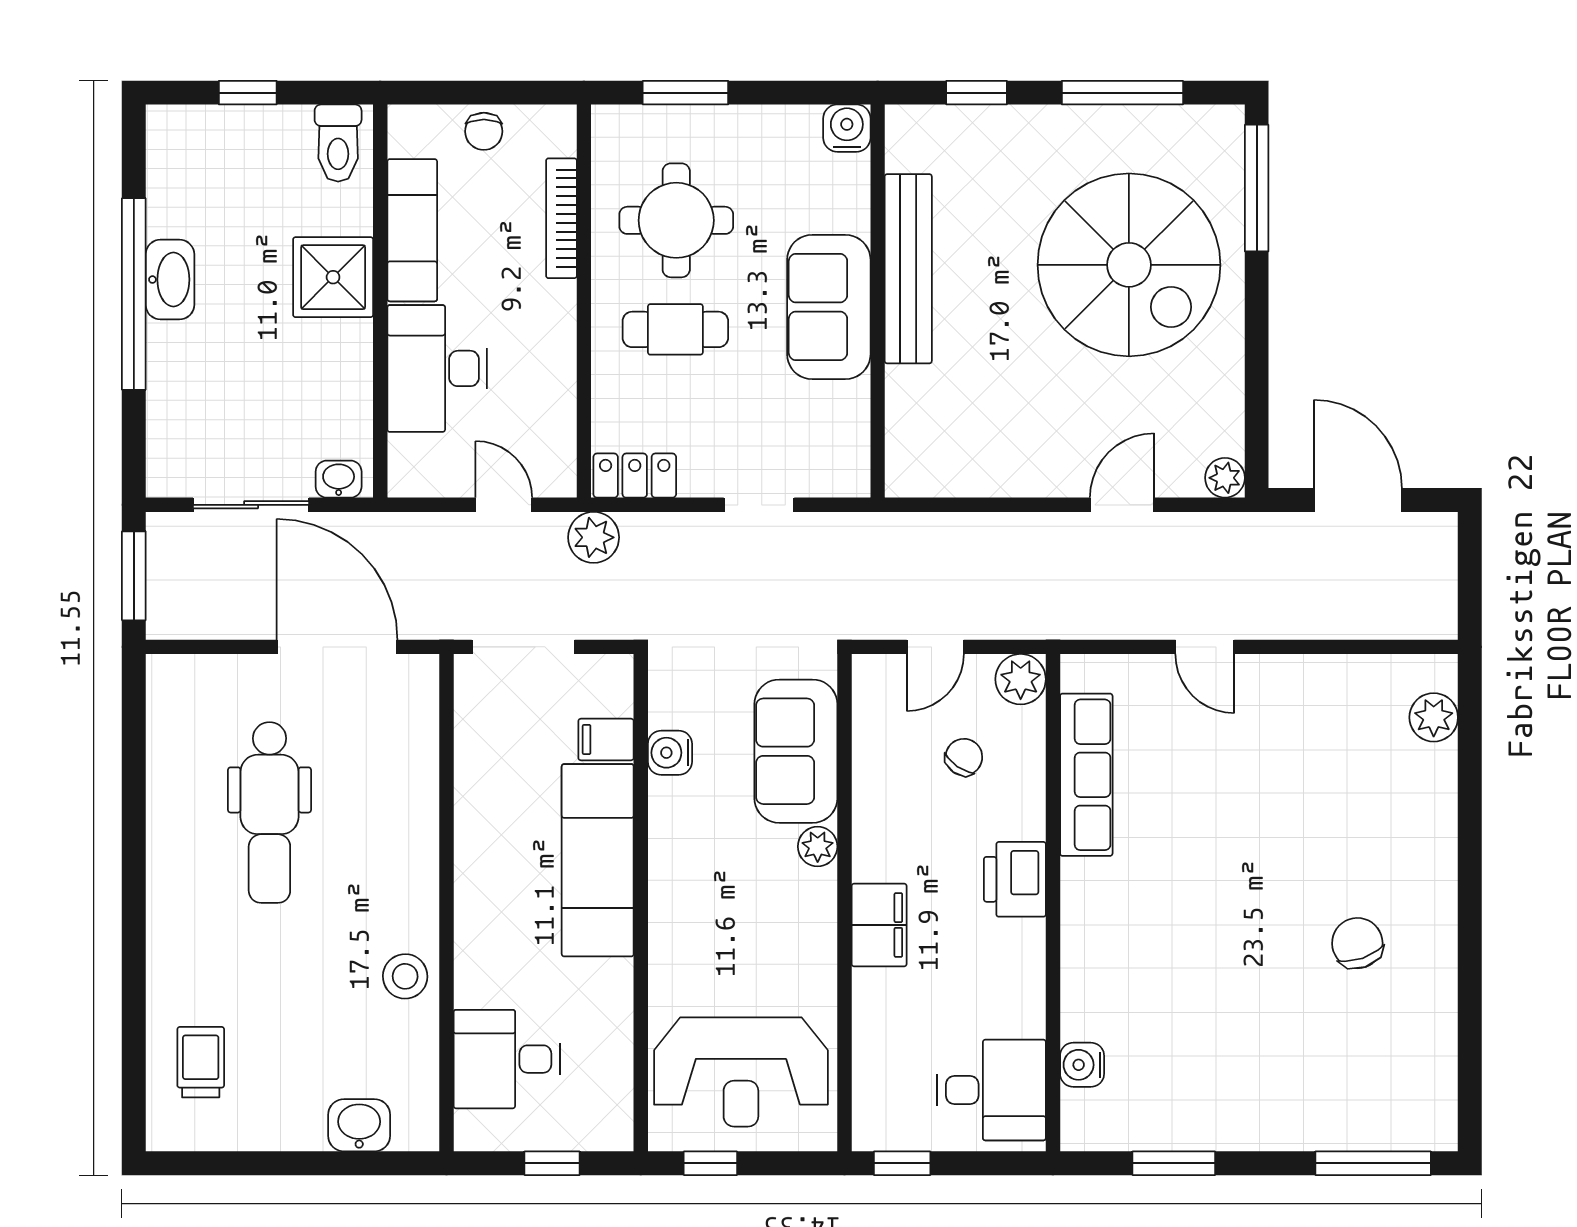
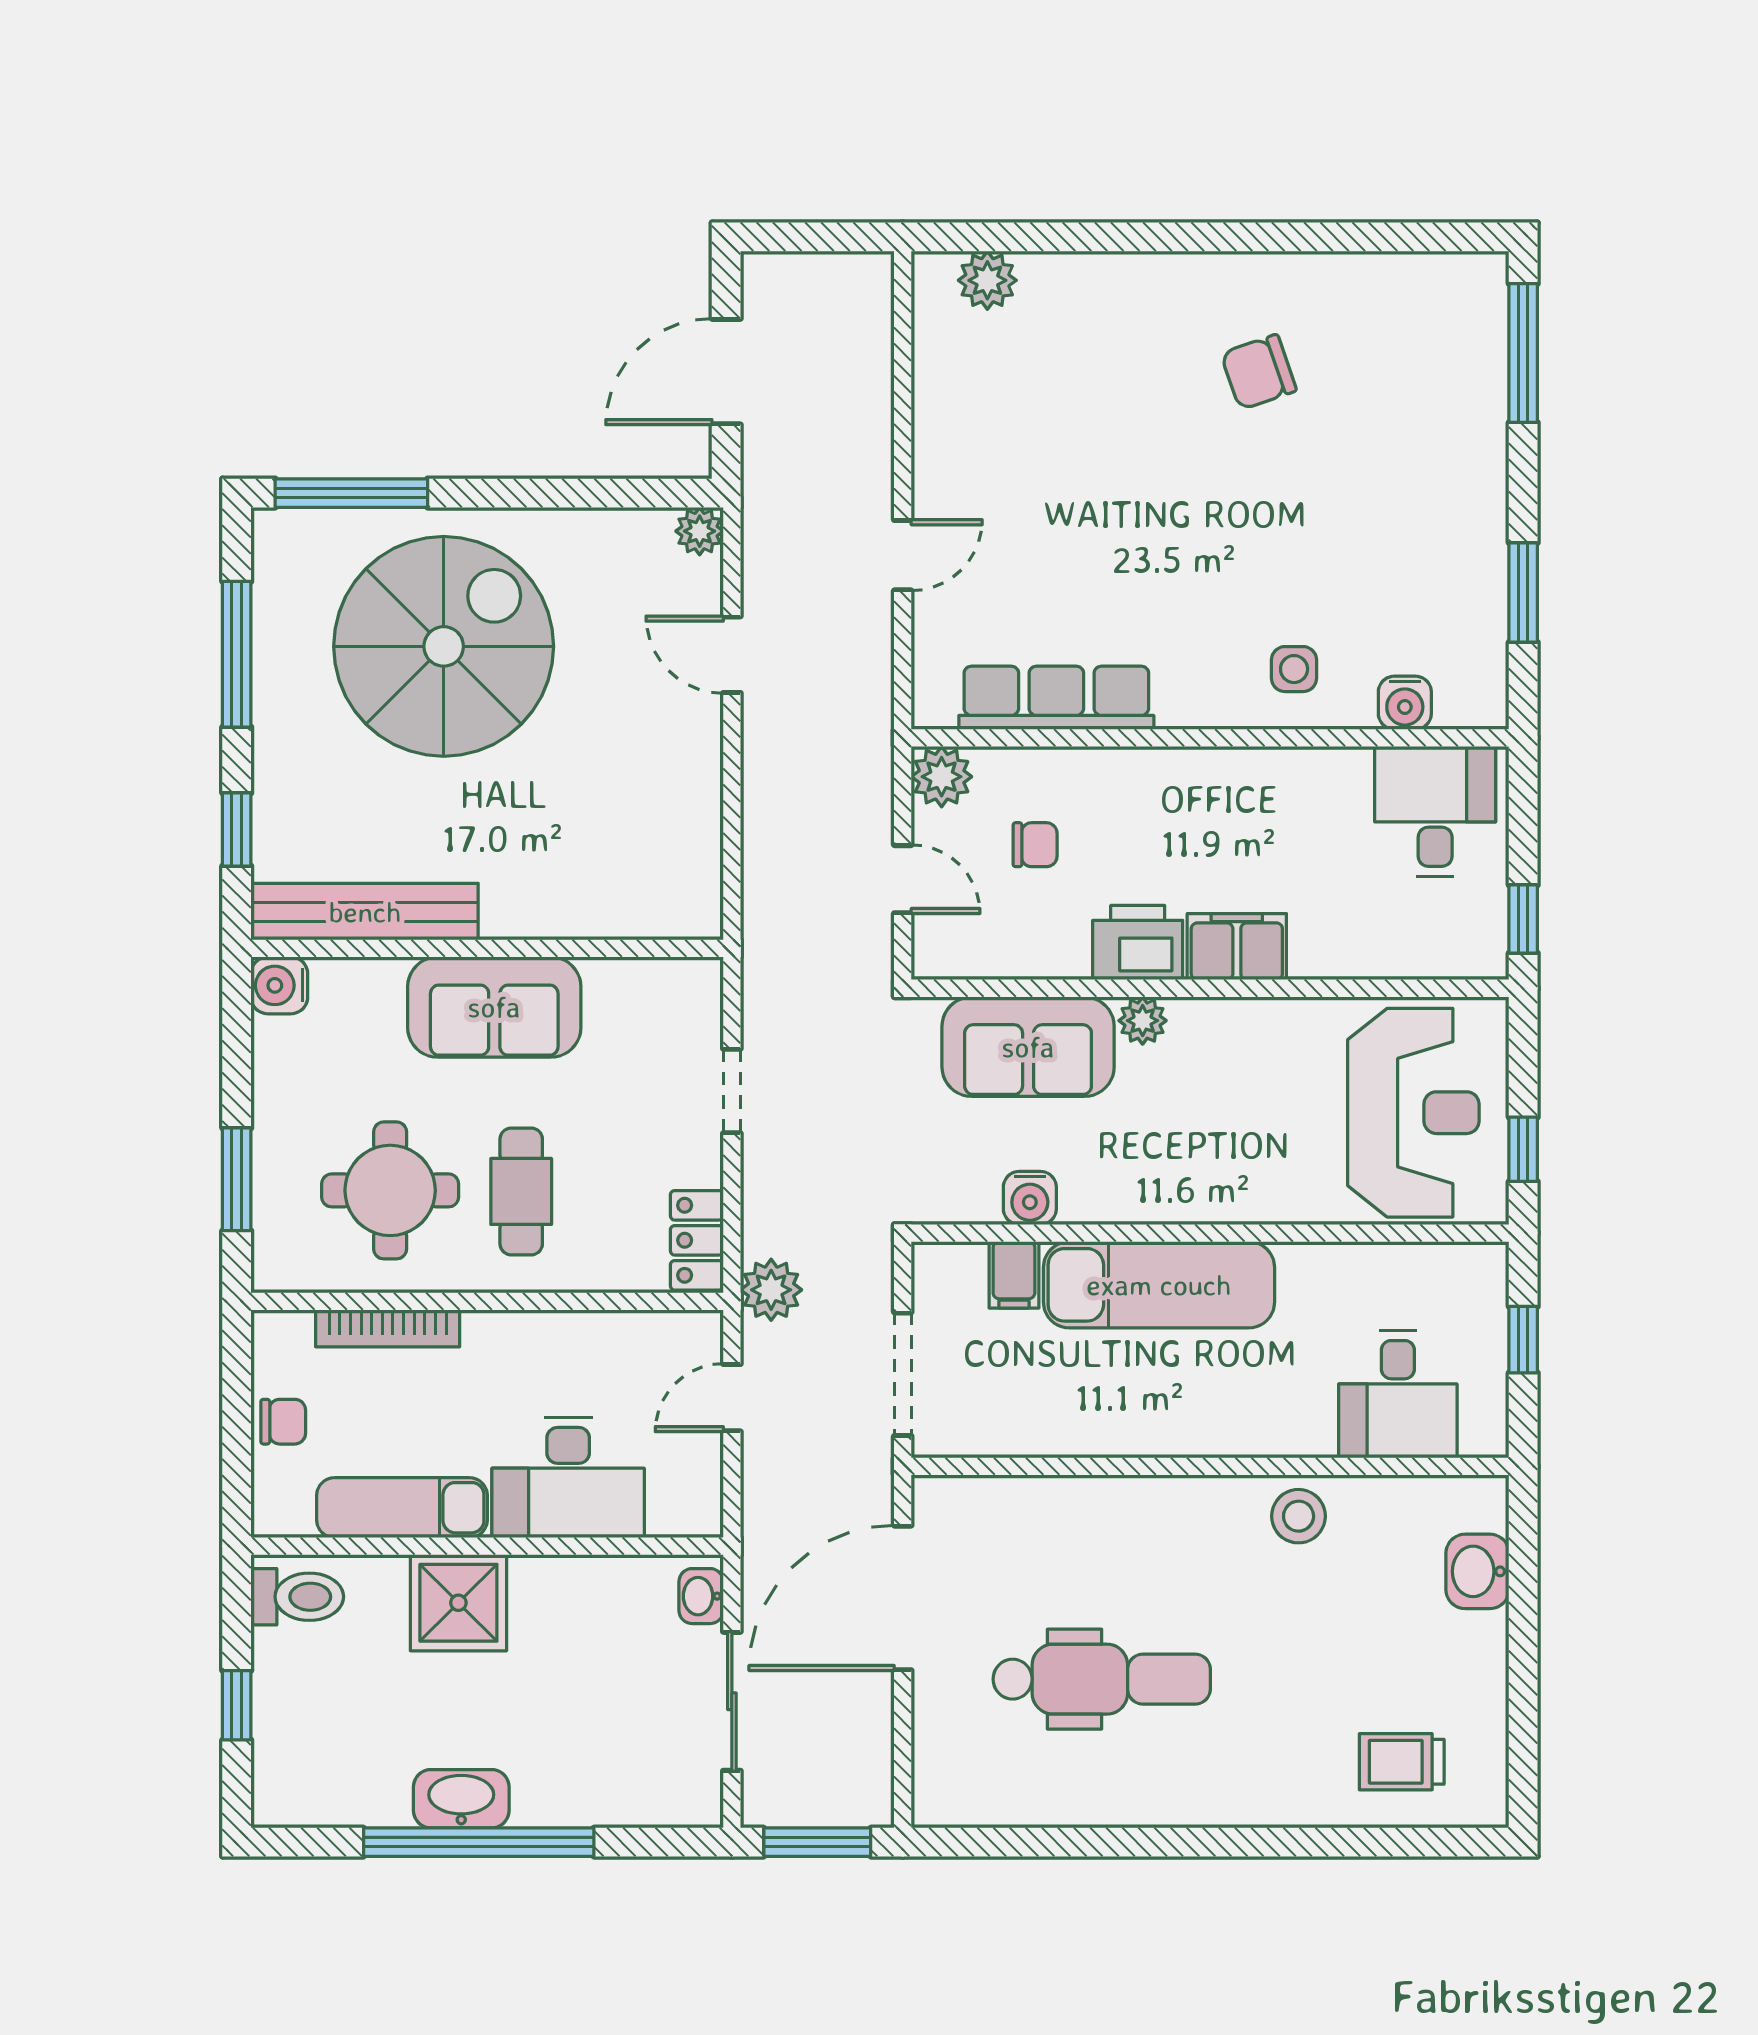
bench: (908, 269) -> (365, 912), moved
chair: (964, 757) -> (1035, 845), turned 145
printer: (1015, 879) -> (1138, 943), moved, turned 180
side table: (1110, 973) -> (1294, 669), added

